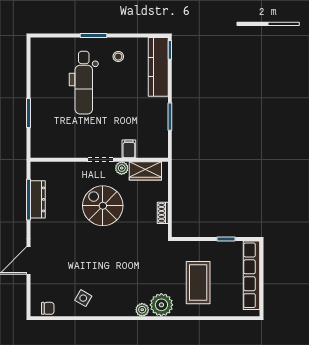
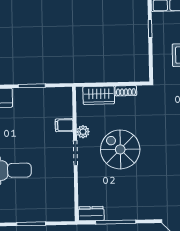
wardrobe: (145, 171) -> (99, 95), moved, turned 90
dresser: (38, 199) -> (91, 214), moved, width x0.70
spiral stairs: (103, 206) -> (120, 149), turned 90

